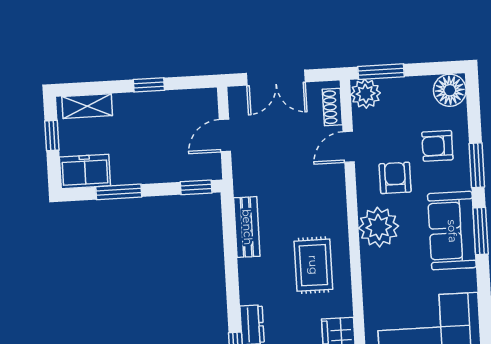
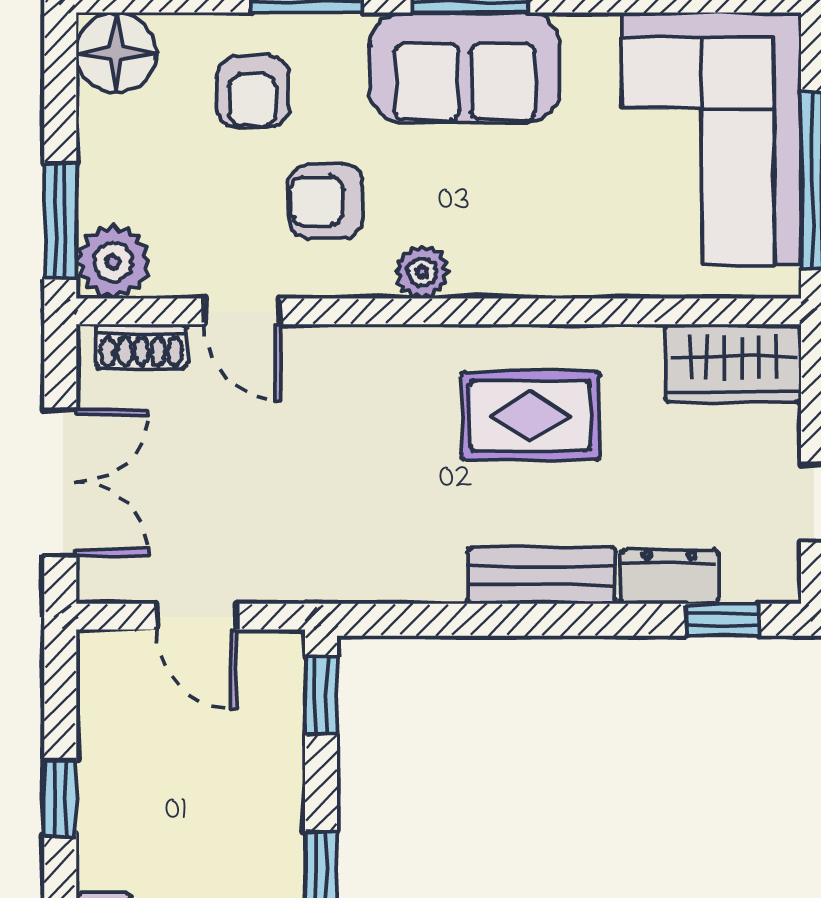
bench: (247, 227) -> (541, 575), moved
plant: (379, 227) -> (422, 272), width x0.53, depth x0.53

